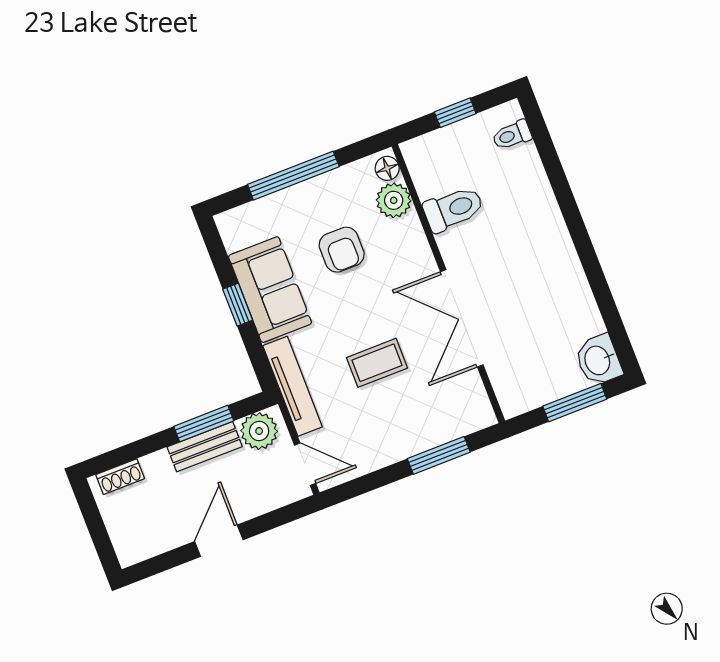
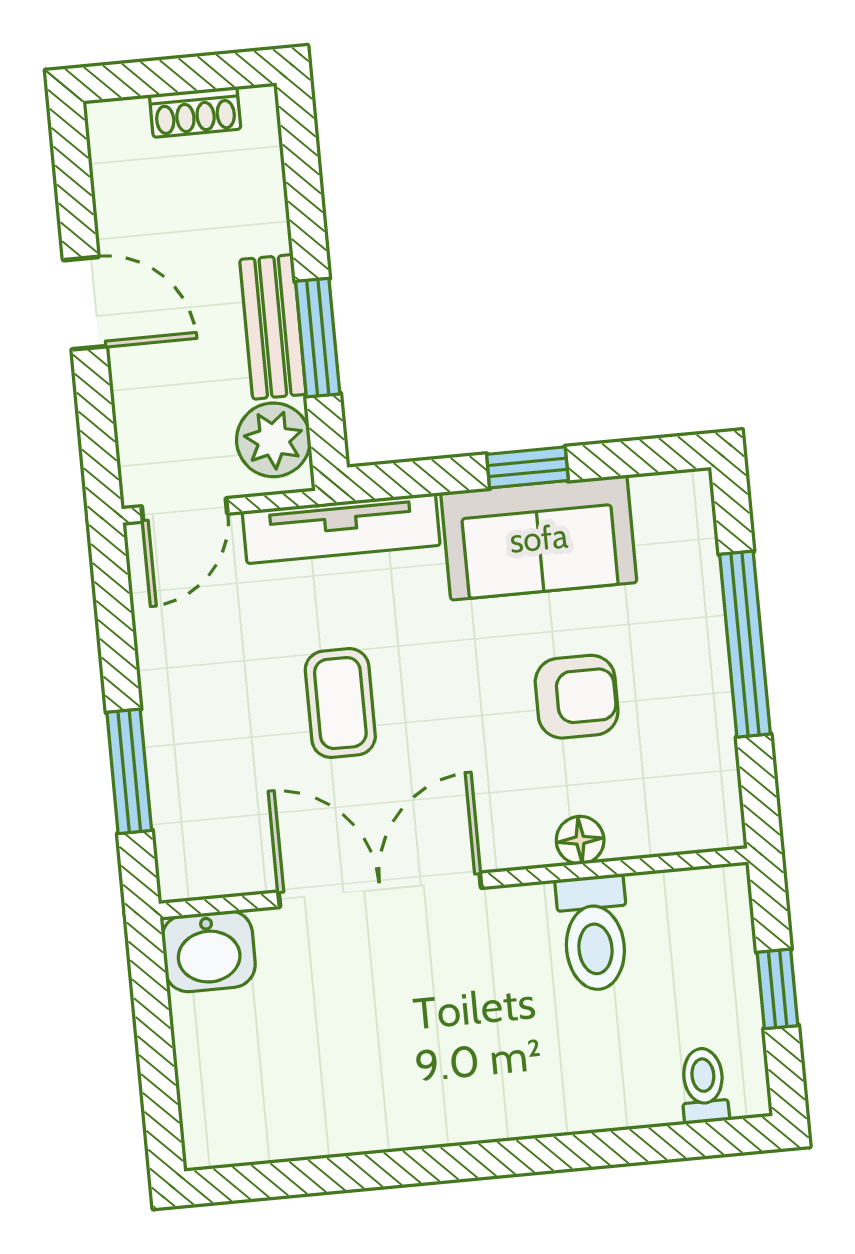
floor lamp: (387, 168) -> (580, 840), moved
plant: (394, 200) -> (643, 823), removed
armchair: (342, 250) -> (577, 697), turned 180
washbasin: (598, 360) -> (209, 951), moved, turned 180
window: (575, 403) -> (157, 1061), removed
shoe rack: (120, 477) -> (195, 112), moved, turned -90

